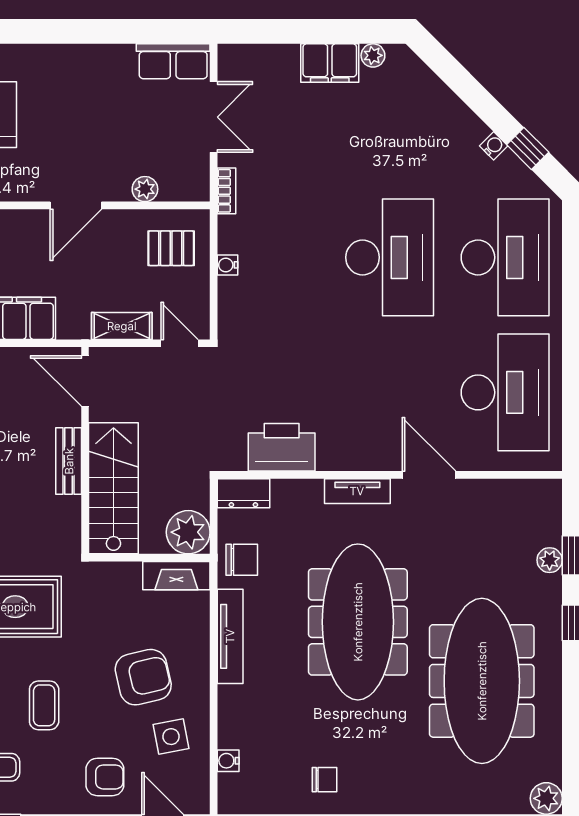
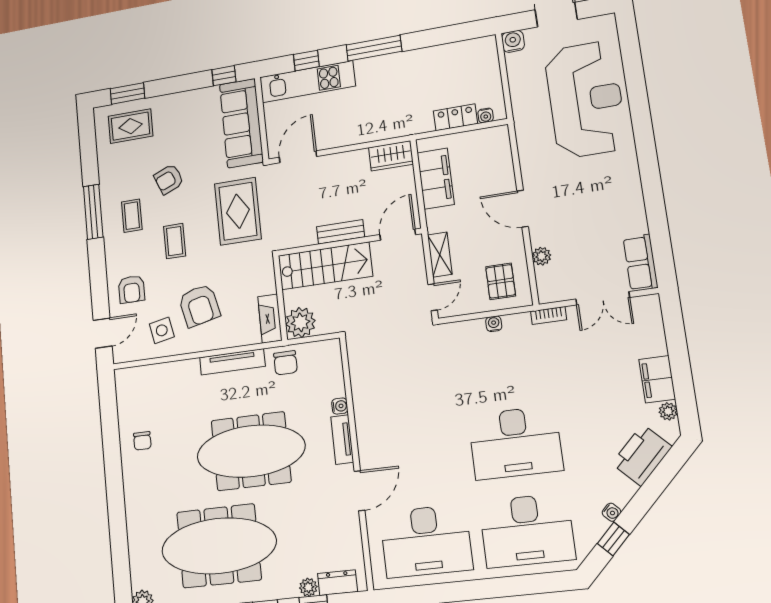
printer: (282, 447) -> (642, 455), moved, turned -135
dresser: (243, 493) -> (338, 583), moved, turned 90
coffee table: (44, 705) -> (175, 241), turned 90
water cooler: (228, 761) -> (340, 406), moved, turned 90

